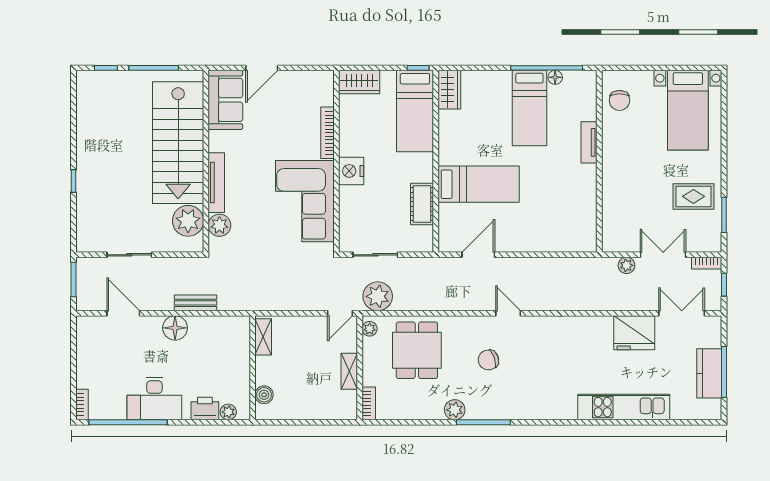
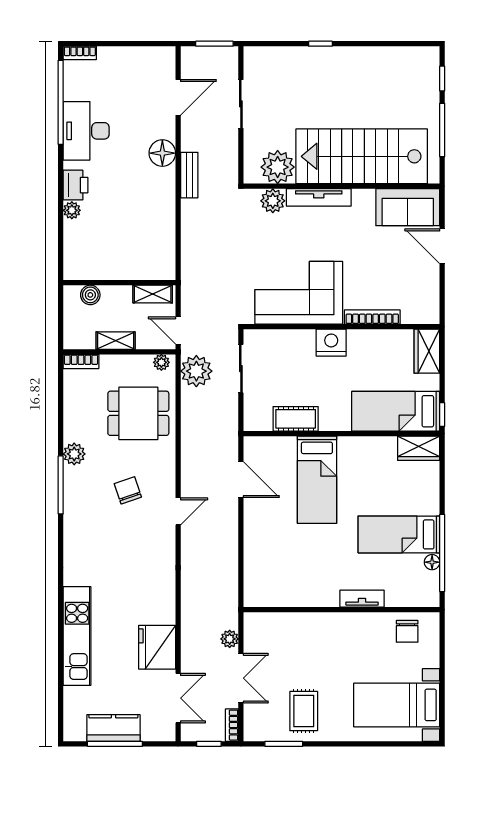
chair: (619, 100) -> (407, 631), turned -90
shelving: (263, 337) -> (153, 294), moved
wall: (253, 368) -> (119, 283), moved
boiler: (264, 395) -> (90, 295), moved

